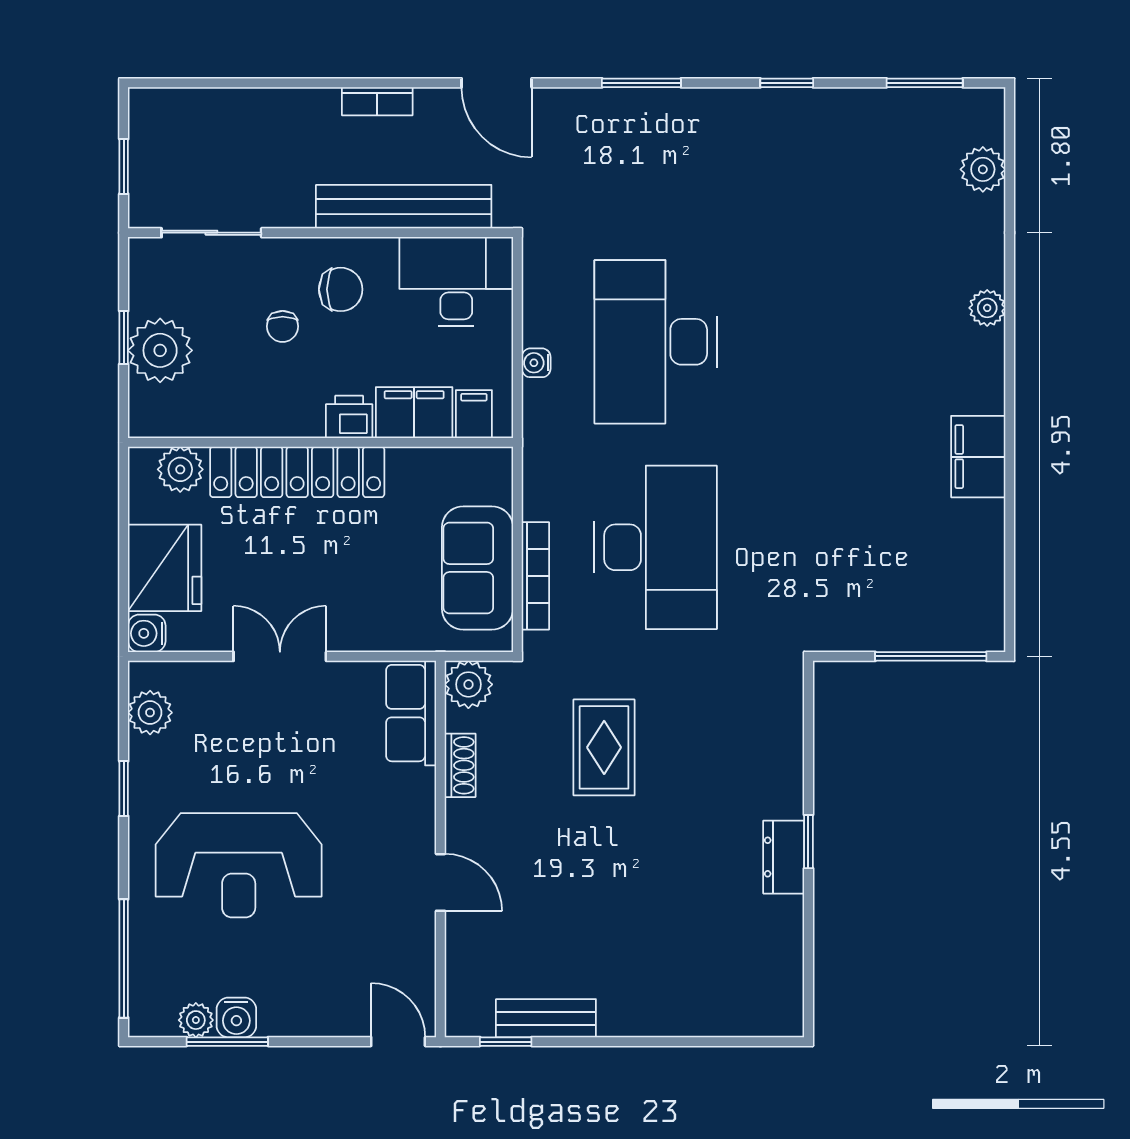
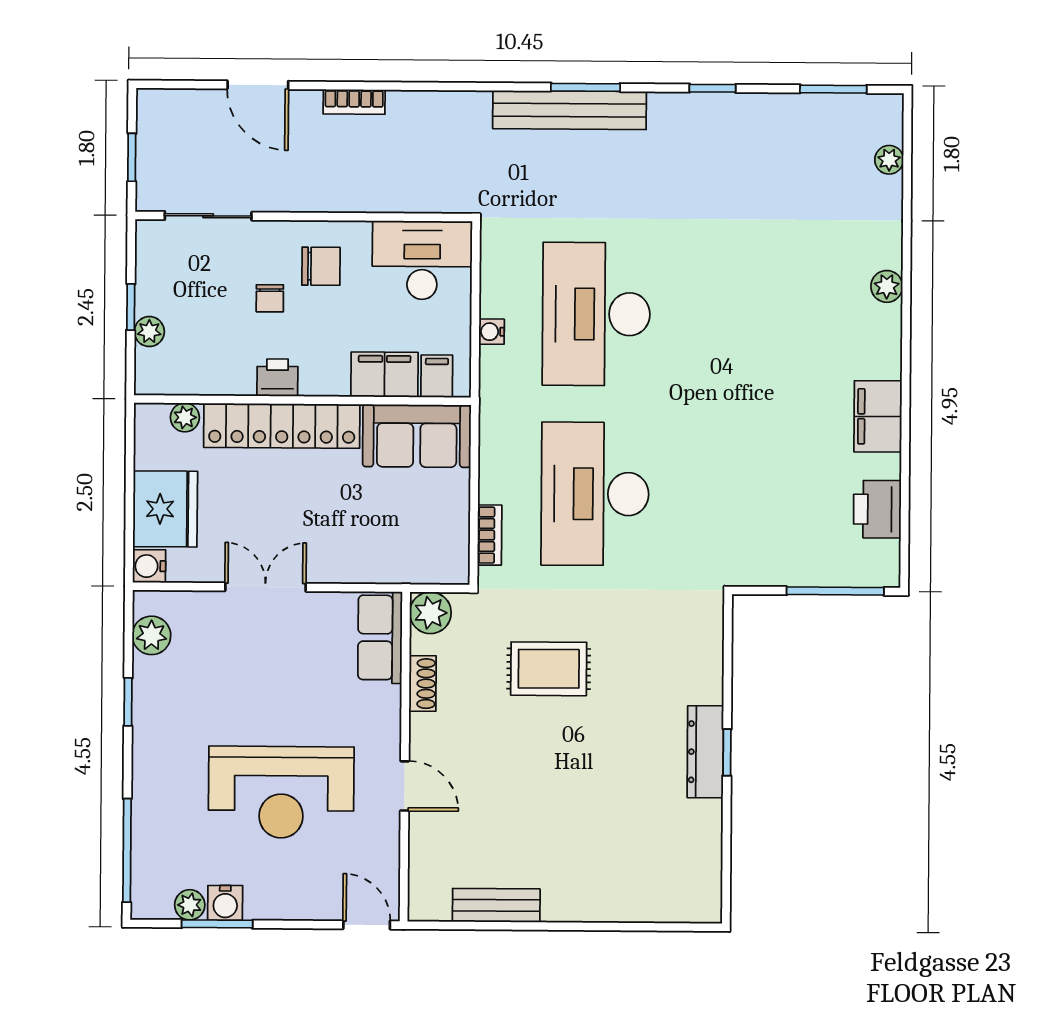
door: (497, 83) -> (258, 85), moved
plant: (983, 169) -> (889, 160), width x0.73, depth x0.73
bench: (404, 207) -> (570, 110), moved
plant: (160, 350) -> (149, 332), width x0.53, depth x0.53
printer: (349, 417) -> (277, 378), moved
plant: (180, 469) -> (185, 417), width x0.73, depth x0.73
desk: (656, 547) -> (595, 494), turned 180
printer: (978, 563) -> (877, 509), added
sofa: (478, 568) -> (417, 436), moved, turned -90
bookcase: (535, 576) -> (490, 535), width x0.64
rug: (604, 747) -> (549, 669), turned 90
dresser: (784, 857) -> (705, 752), width x1.44
reception desk: (239, 865) -> (281, 792), moved
window: (506, 1042) -> (461, 926), removed

